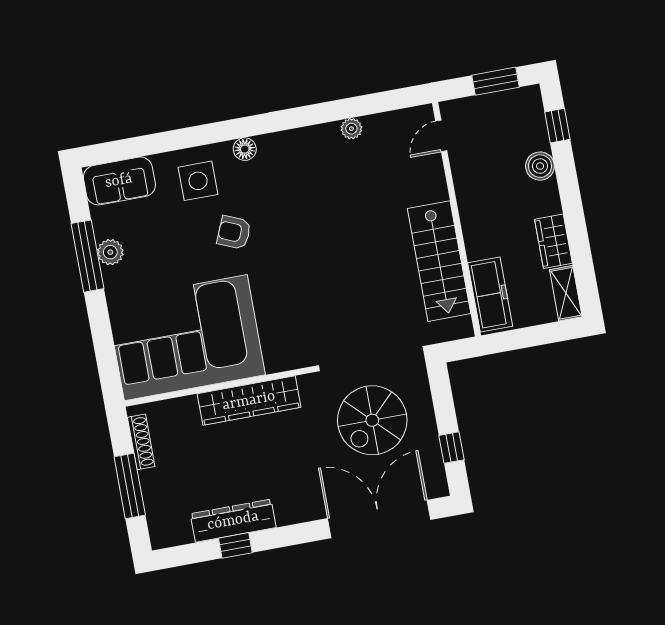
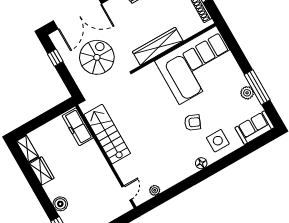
door: (441, 136) -> (127, 193), moved
wall: (457, 219) -> (106, 157), moved
stairs: (439, 261) -> (107, 134), moved
freezer: (490, 295) -> (78, 127), moved

